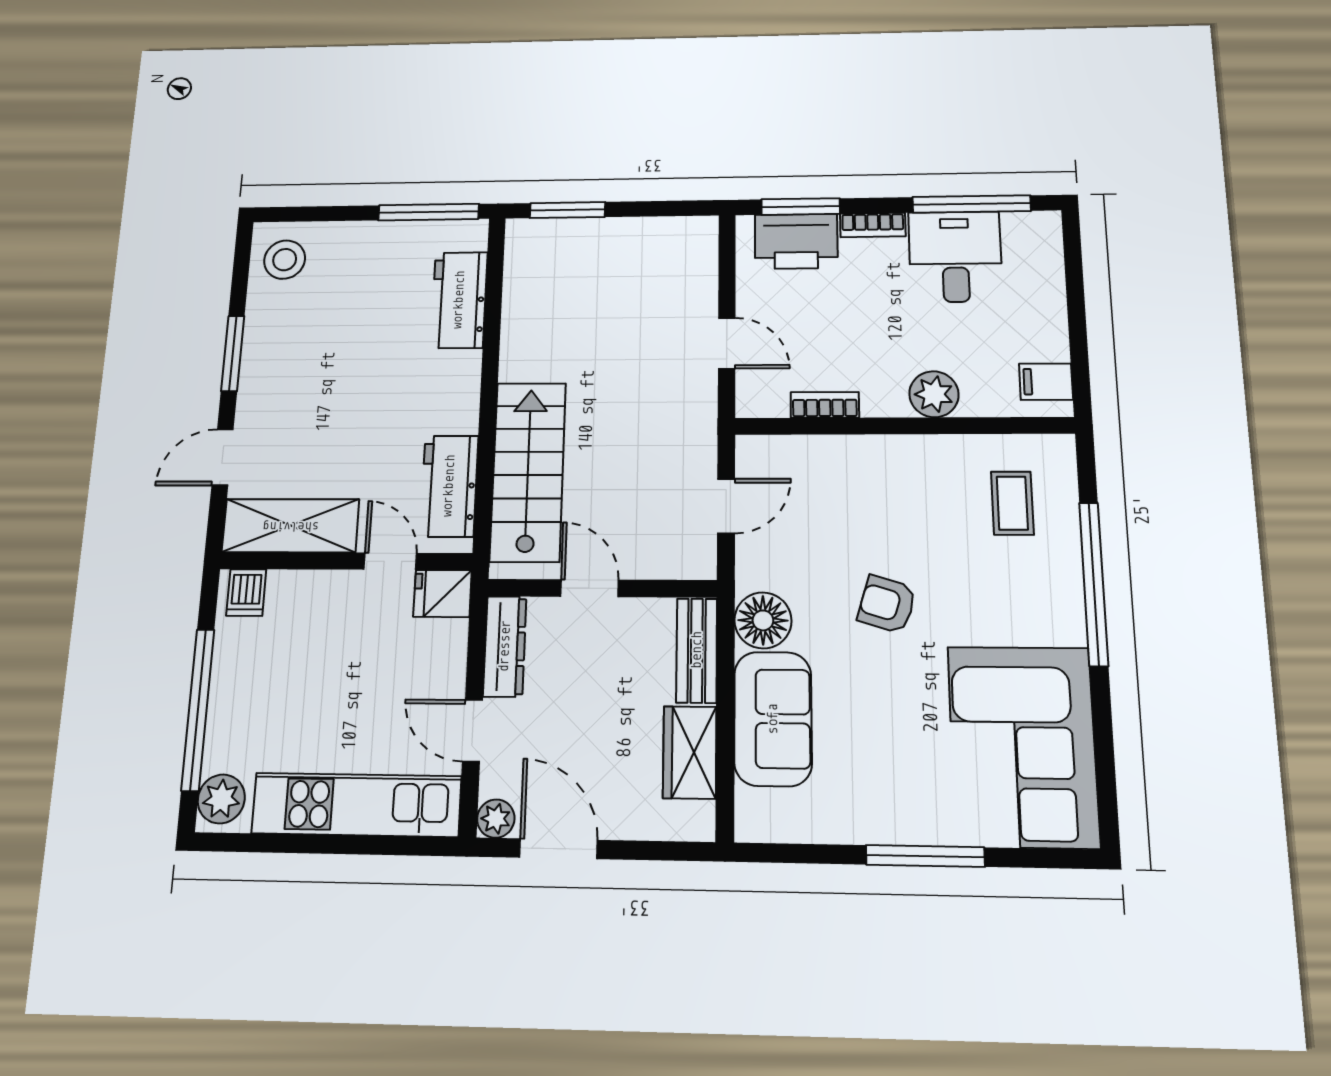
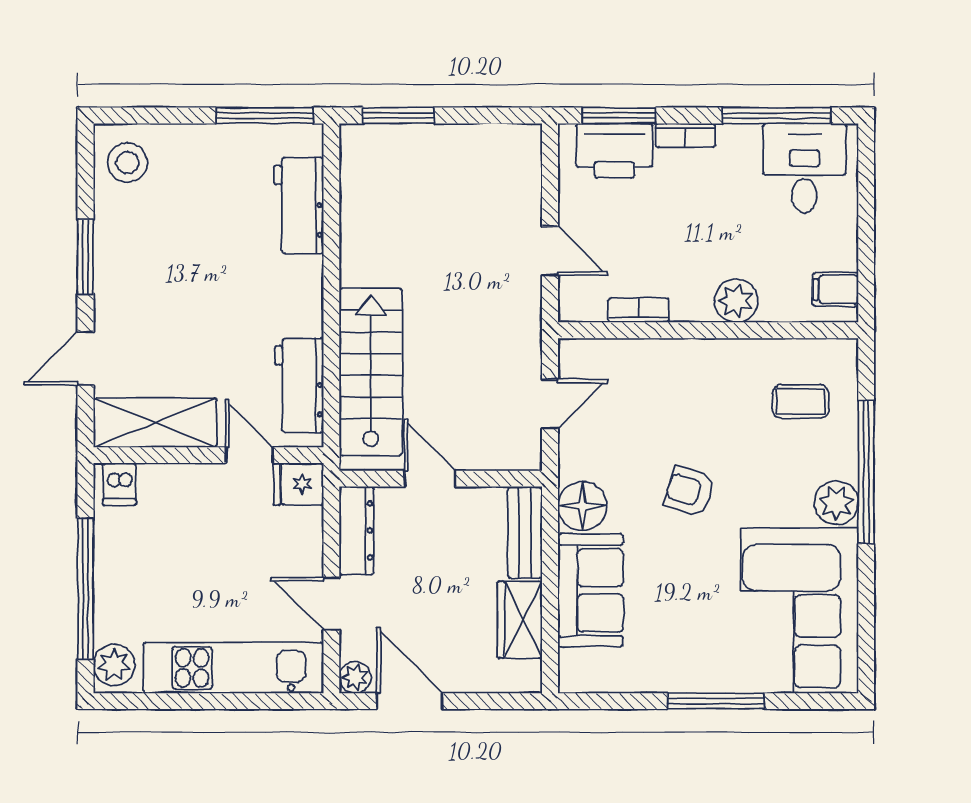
desk: (955, 257) -> (804, 168), moved
coffee table: (1012, 503) -> (801, 401), turned 90
plant: (1060, 619) -> (836, 503), added

